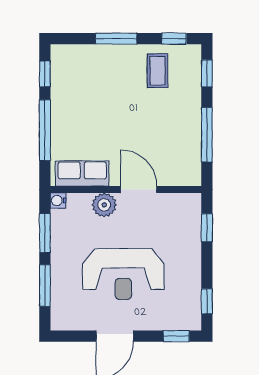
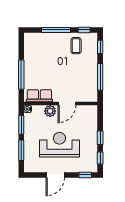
window: (116, 39) -> (56, 30), width x1.44
window: (45, 74) -> (21, 47), removed
door: (139, 190) -> (67, 104), swing flipped
window: (207, 228) -> (100, 138), moved
reception desk: (123, 274) -> (59, 145), turned 180

